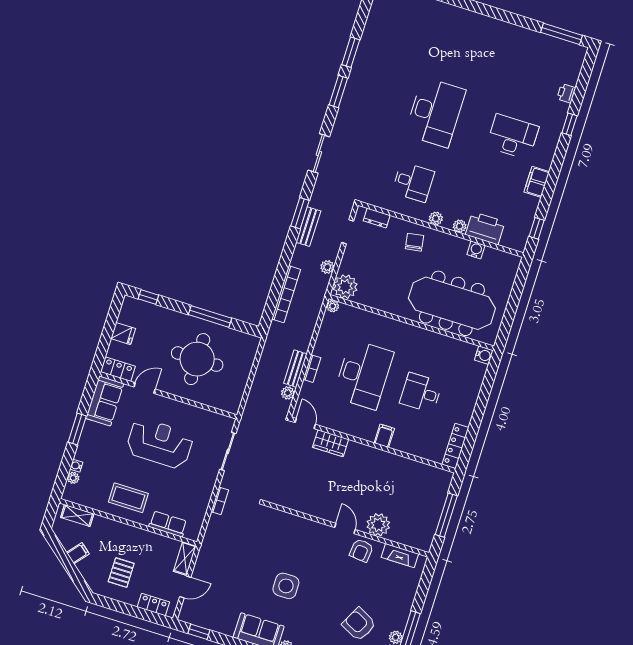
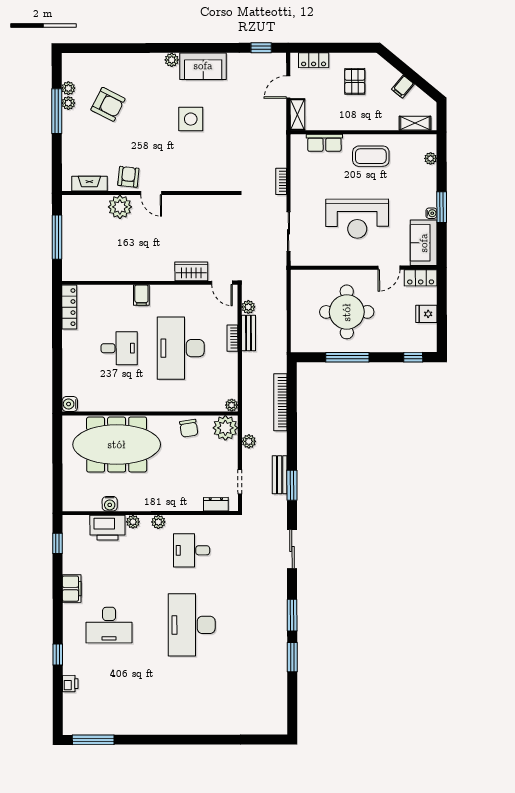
chair: (414, 242) -> (189, 428), moved
water cooler: (76, 466) -> (431, 213), moved

